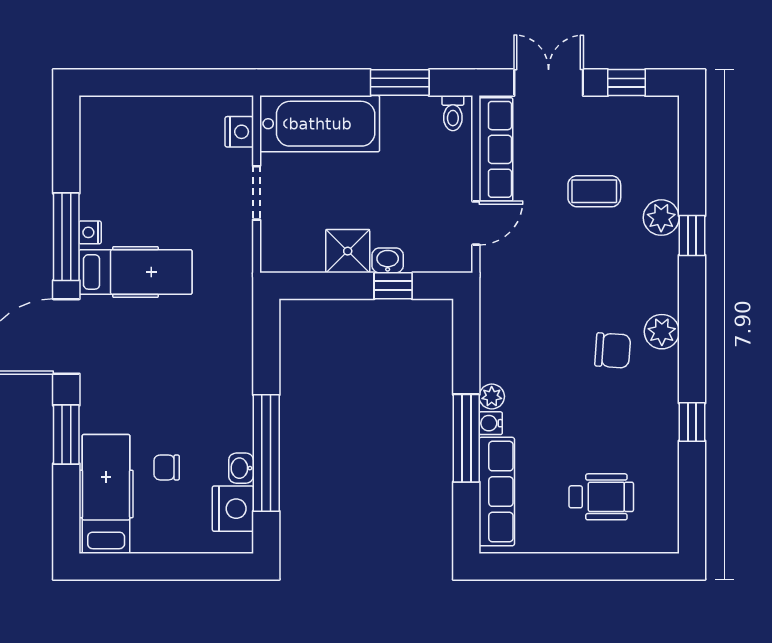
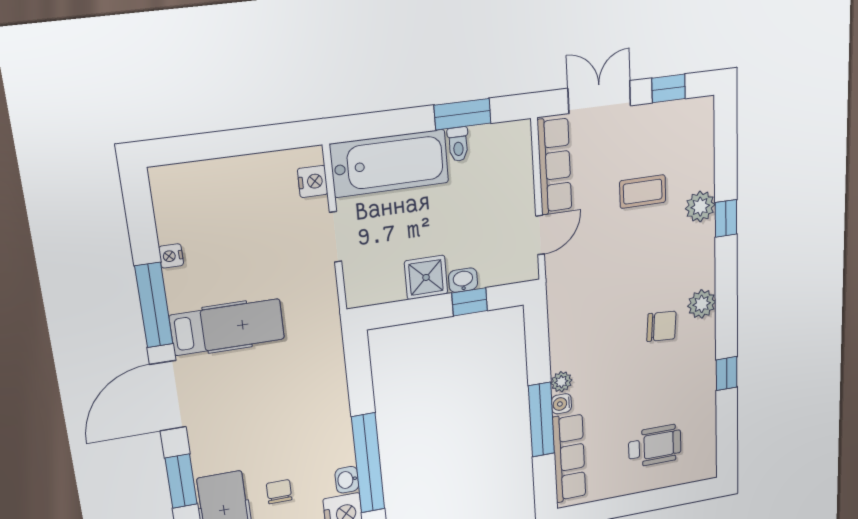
toilet: (453, 113) -> (458, 144), moved
nightstand: (90, 232) -> (171, 256), moved
chair: (167, 467) -> (279, 492), turned 90

